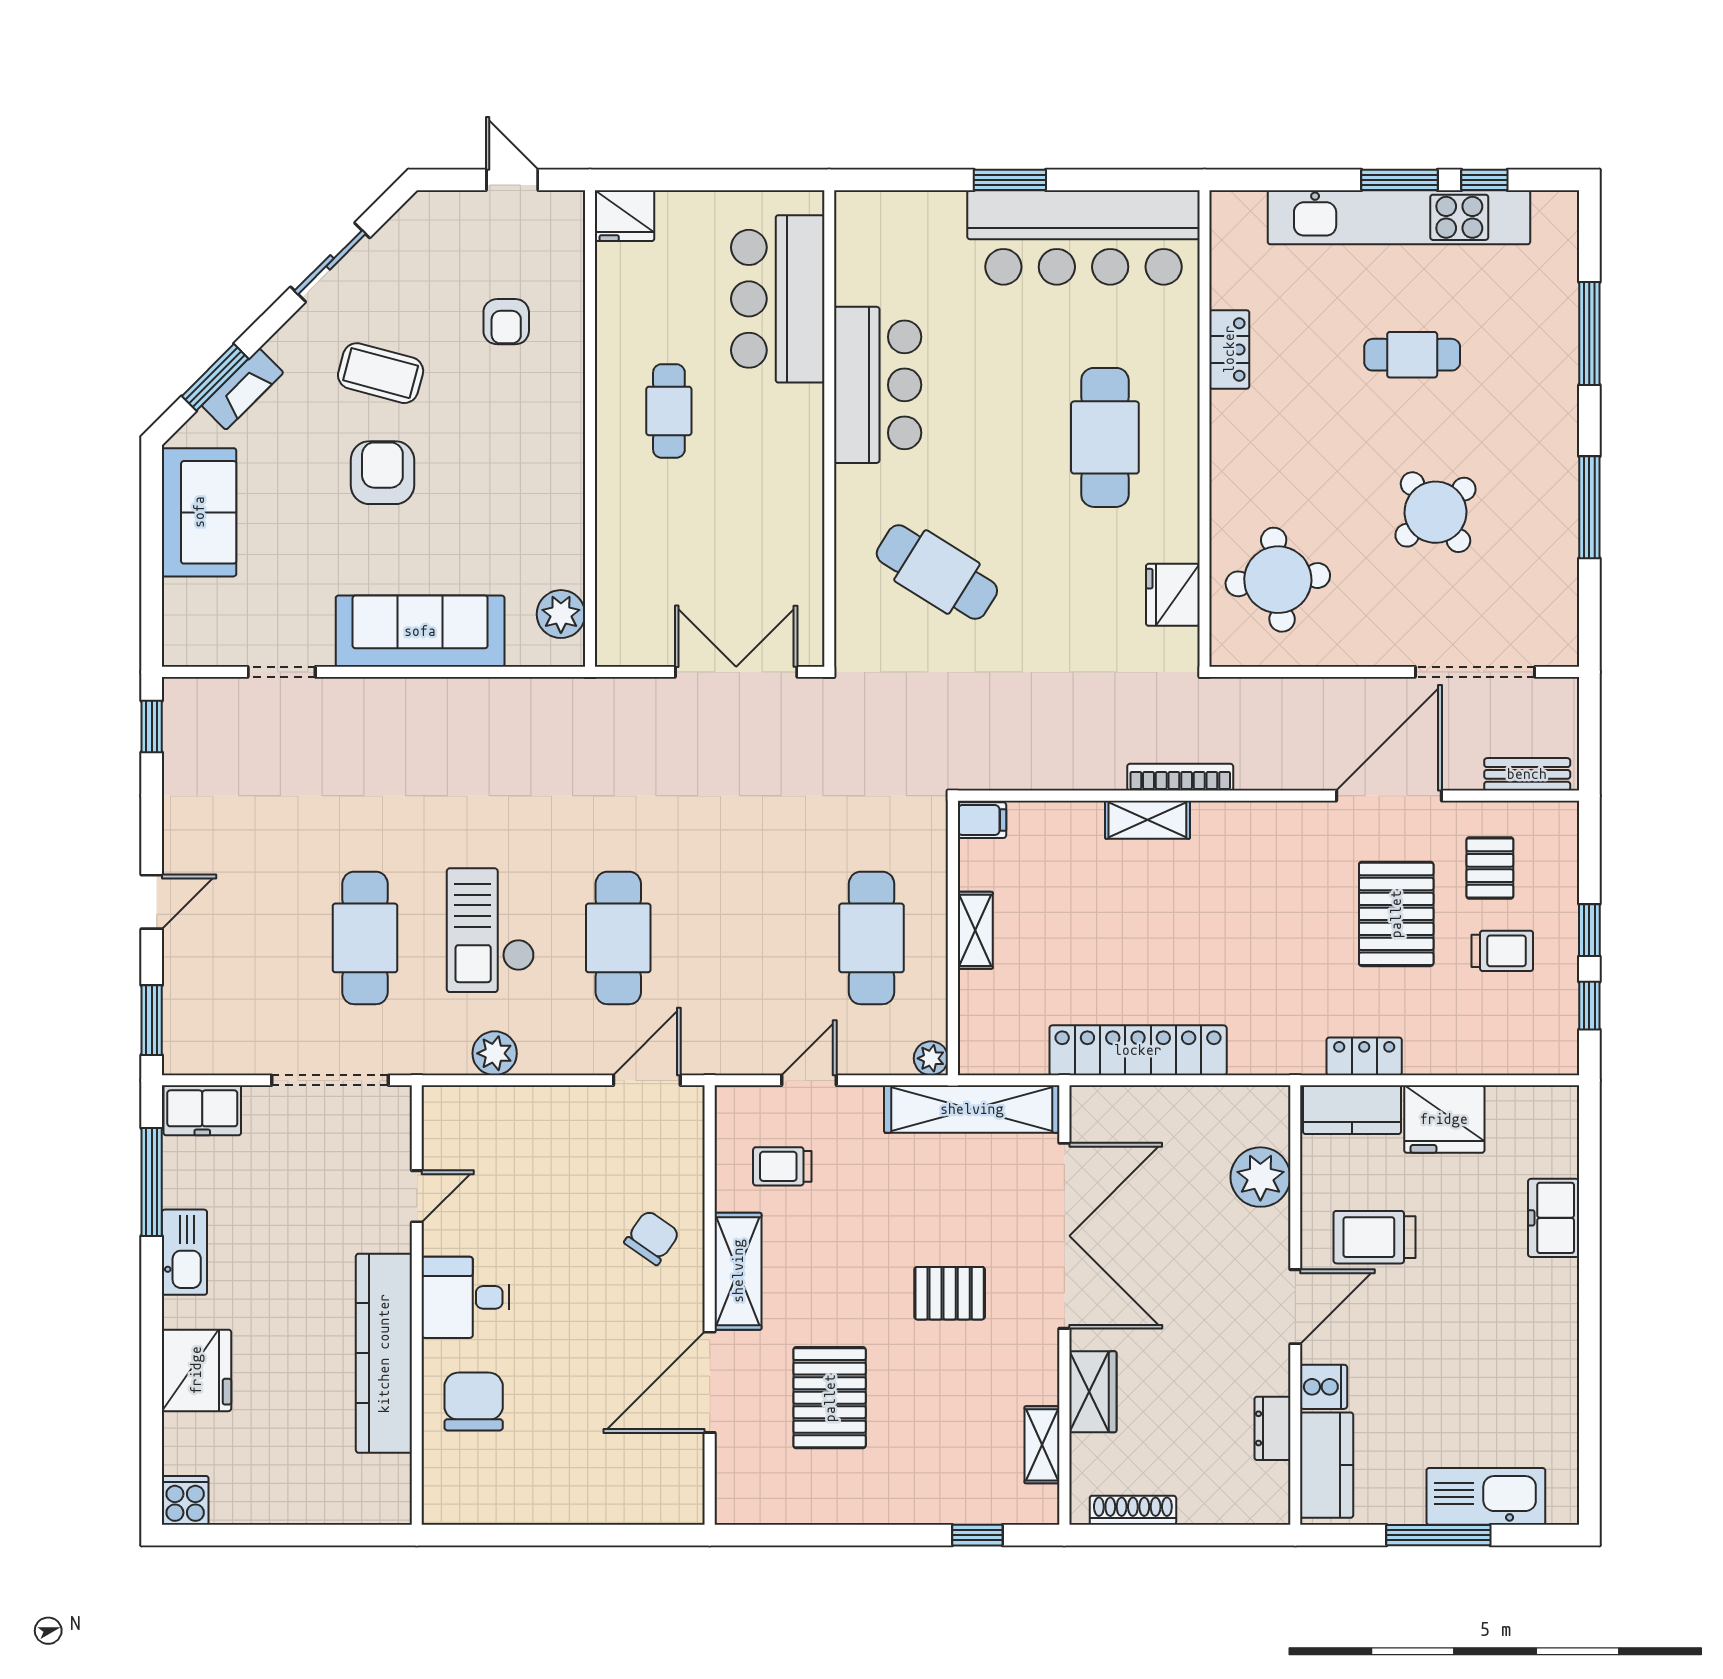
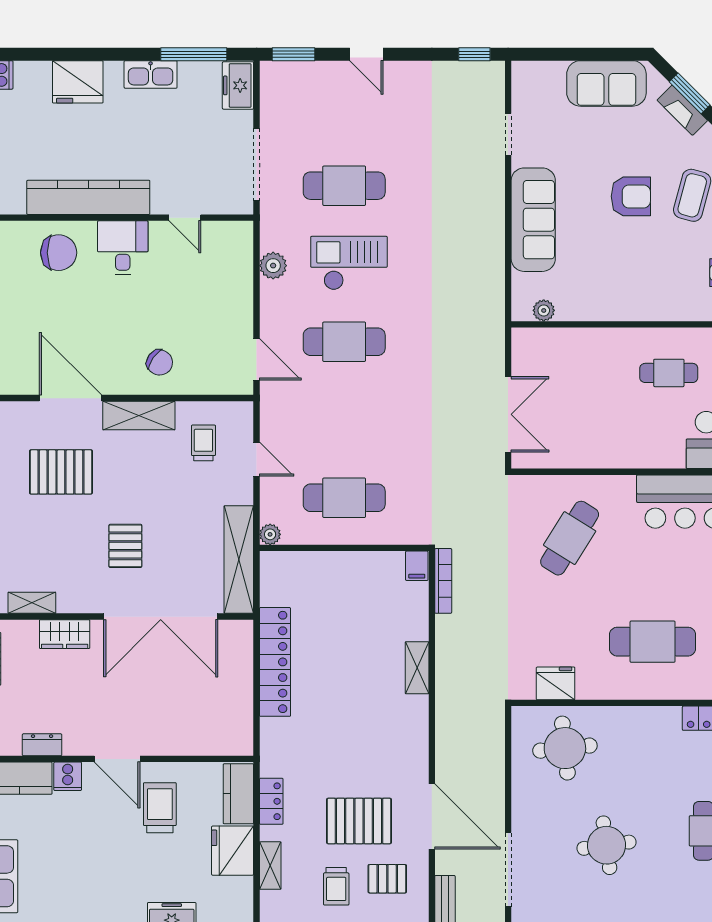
round table: (1435, 512) -> (606, 845), turned 31
plant: (561, 614) -> (544, 310), width x0.73, depth x0.73
bookcase: (1180, 777) -> (443, 581), moved
shelving: (975, 930) -> (270, 866), moved, turned 90
plant: (1260, 1177) -> (197, 737), removed

